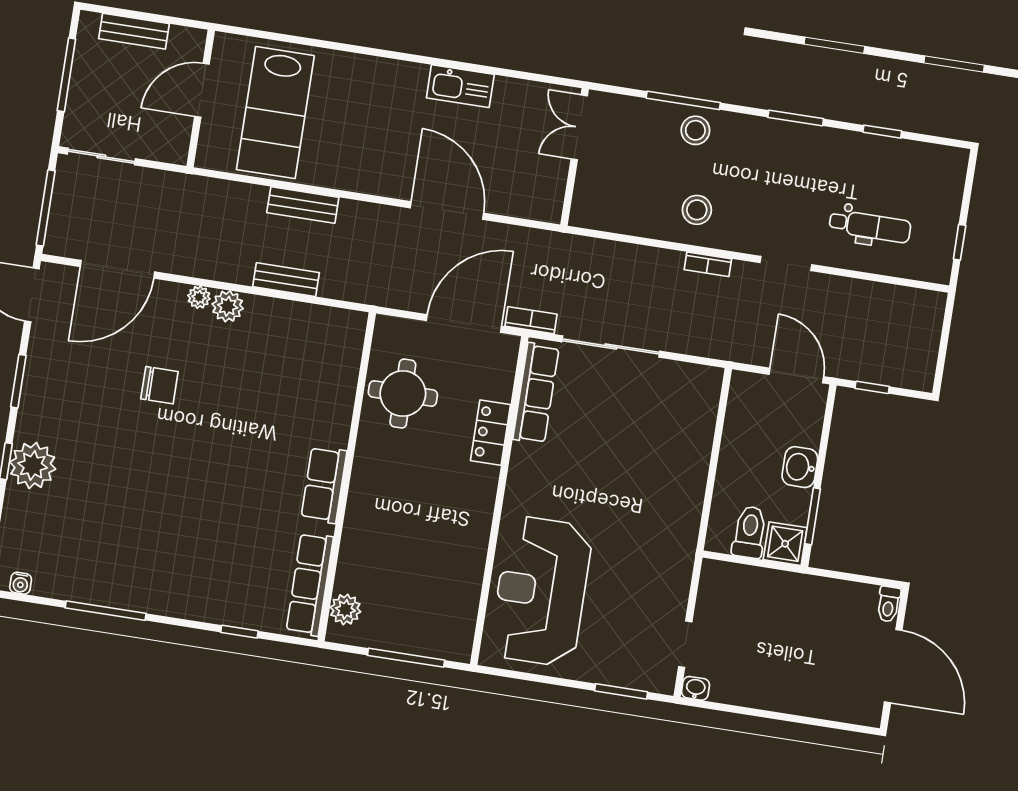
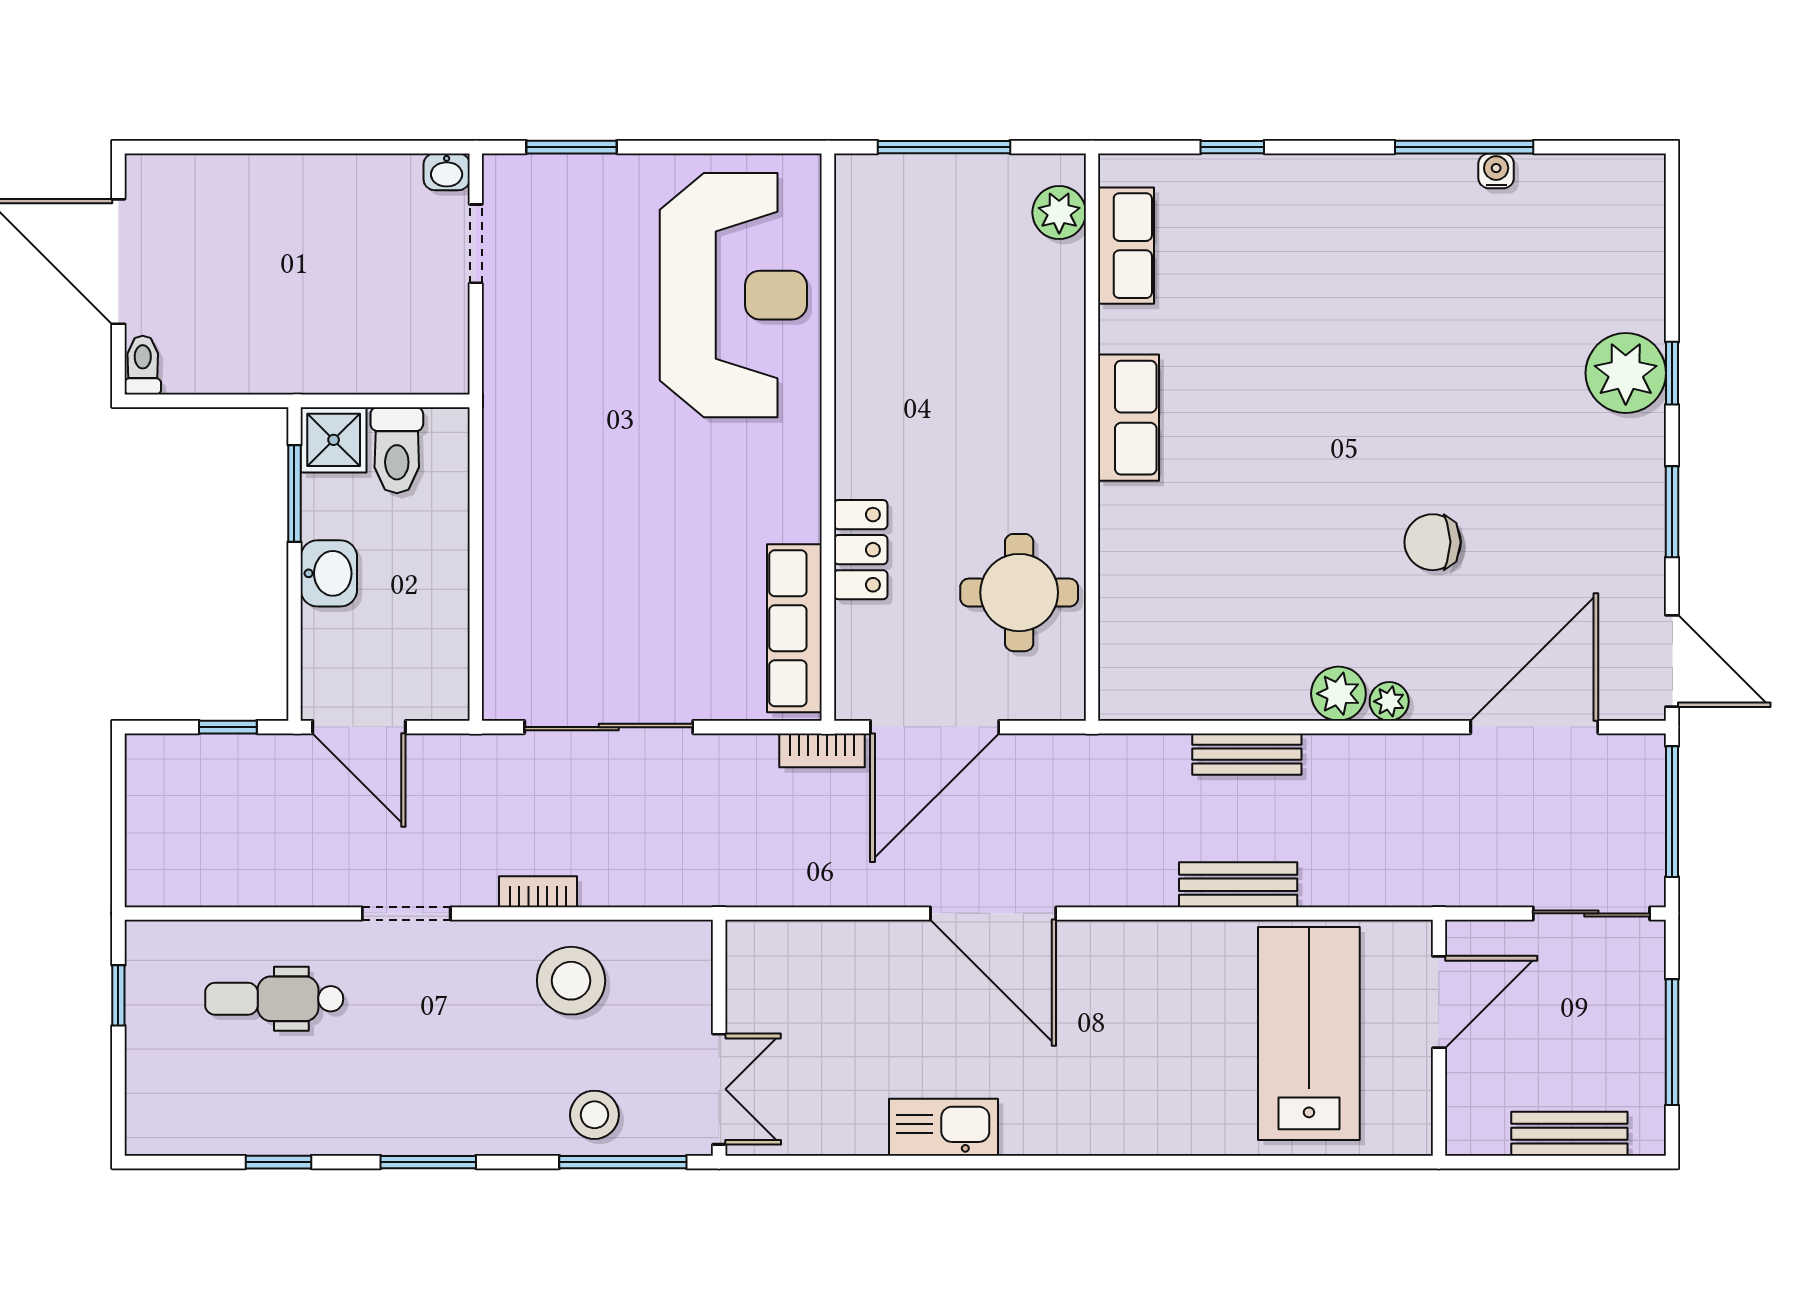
kitchen sink: (460, 86) -> (944, 1127), moved
door: (202, 90) -> (1439, 1002), moved
double door: (579, 127) -> (719, 1089), moved
wall: (575, 157) -> (719, 1038), moved
stool: (697, 210) -> (571, 981), width x1.38, depth x1.38
sliding door: (611, 346) -> (609, 727), moved
water cooler: (21, 583) -> (1496, 171), moved
row of seats: (310, 584) -> (1126, 246), width x0.68

